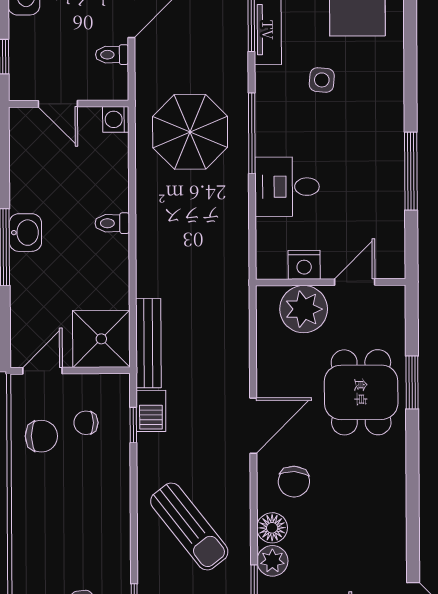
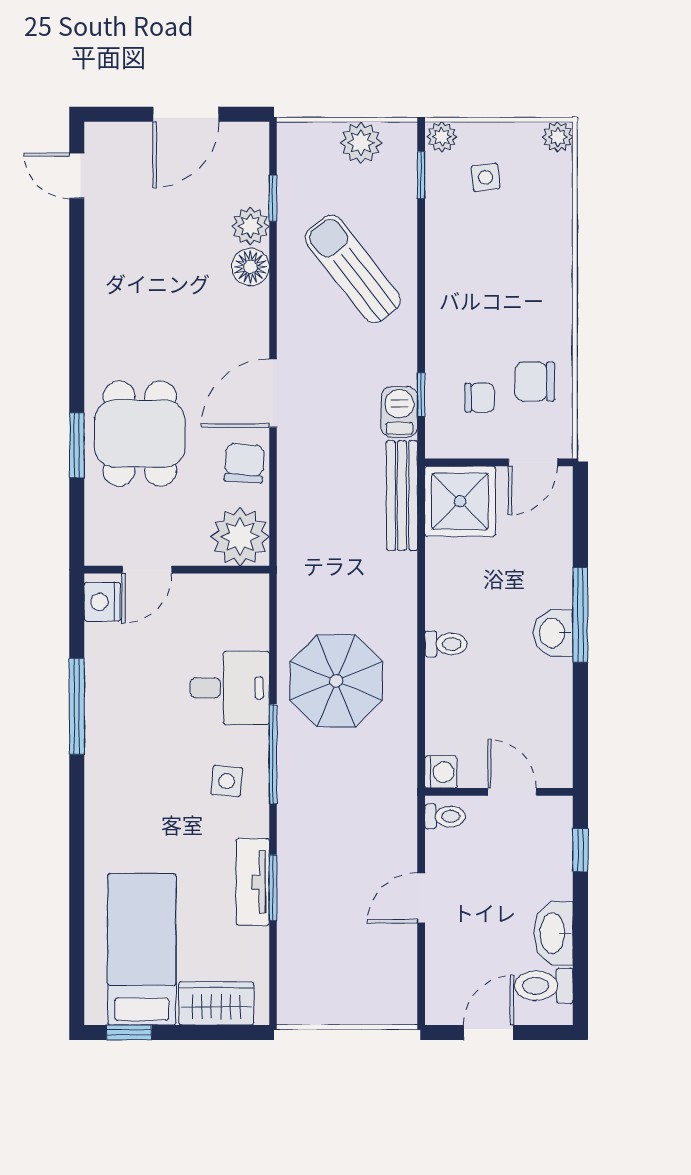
toilet: (112, 55) -> (445, 816), moved
side table: (322, 80) -> (227, 781), moved
parasol: (190, 132) -> (336, 681), moved
nightstand: (304, 265) -> (102, 602), moved, turned -90
plant: (304, 309) -> (240, 537), moved
chair: (294, 482) -> (244, 463), moved

